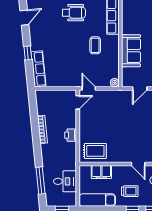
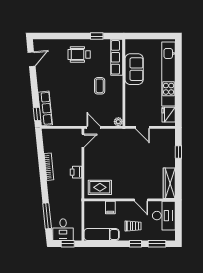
wheelchair: (74, 13) -> (79, 54), turned 180
sofa: (131, 51) -> (134, 69), moved
window: (28, 53) -> (37, 114), moved
door: (140, 88) -> (142, 127), hinge flipped
filing cabinet: (101, 172) -> (110, 208), width x0.50
desk: (65, 181) -> (63, 230), moved, turned 90

